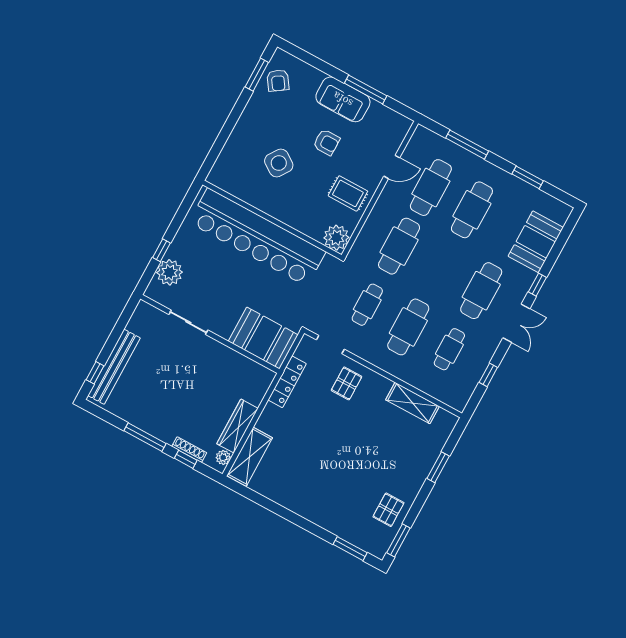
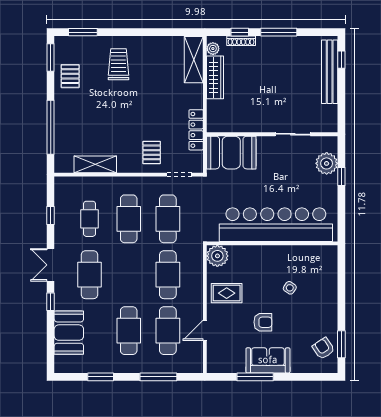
armchair: (327, 142) -> (263, 322), turned 180
side table: (279, 163) -> (290, 288), width x0.54, depth x0.54
cafe table: (367, 305) -> (168, 219), width x1.37, depth x1.35
window: (438, 467) -> (51, 127), width x2.11
trolley: (331, 495) -> (118, 64), added

